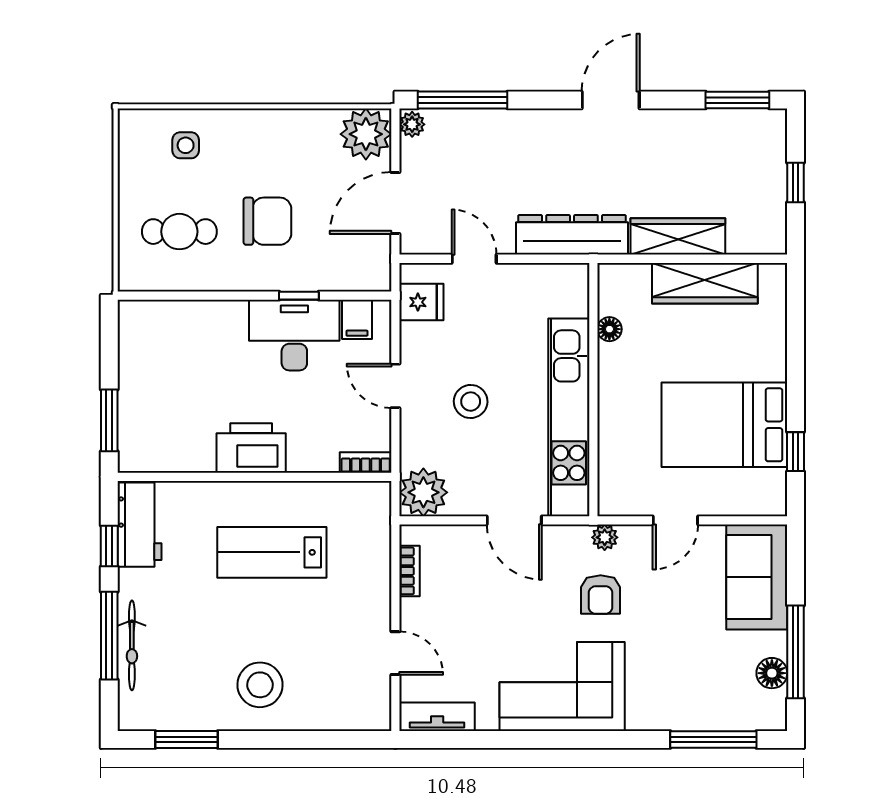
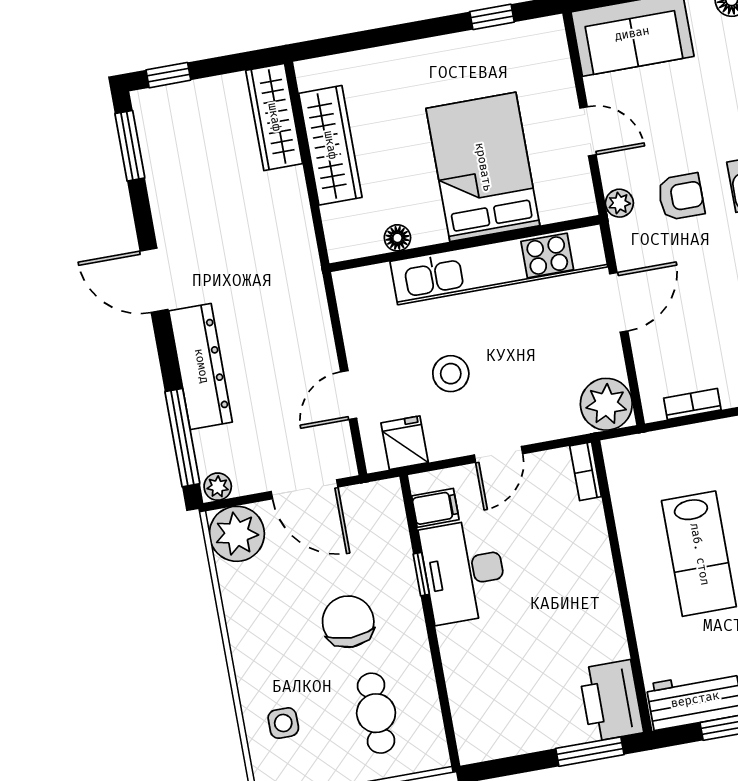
window: (796, 182) -> (168, 75), moved
dresser: (572, 235) -> (201, 366), moved, turned 180
wardrobe: (678, 236) -> (274, 117), moved
stool: (471, 402) -> (451, 374), moved
bed: (724, 425) -> (483, 167), moved, turned 180
printer: (251, 448) -> (611, 701), moved

